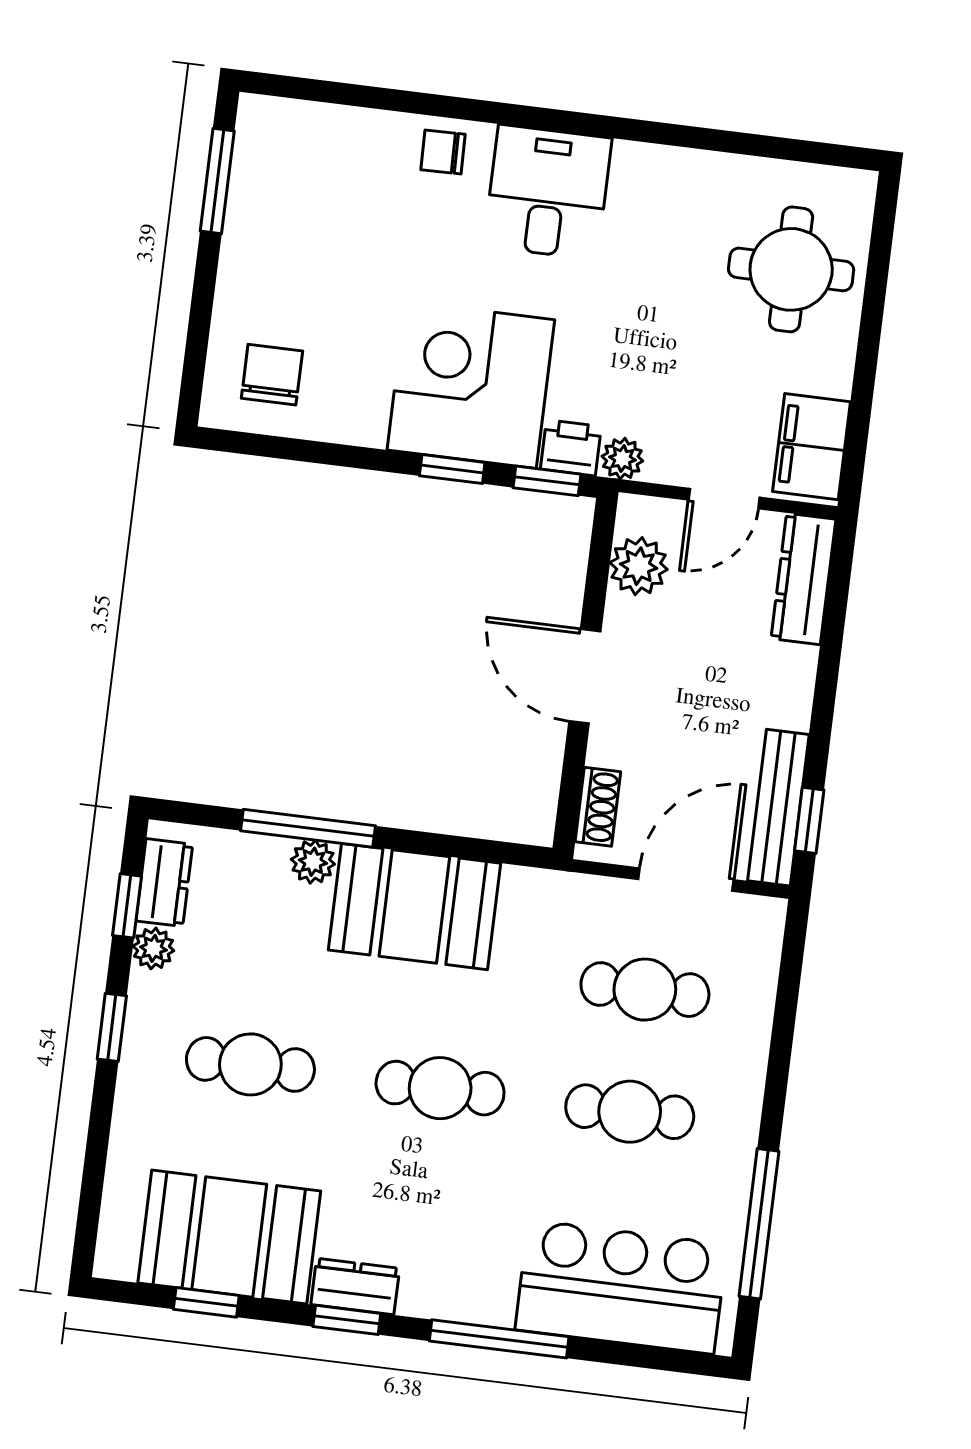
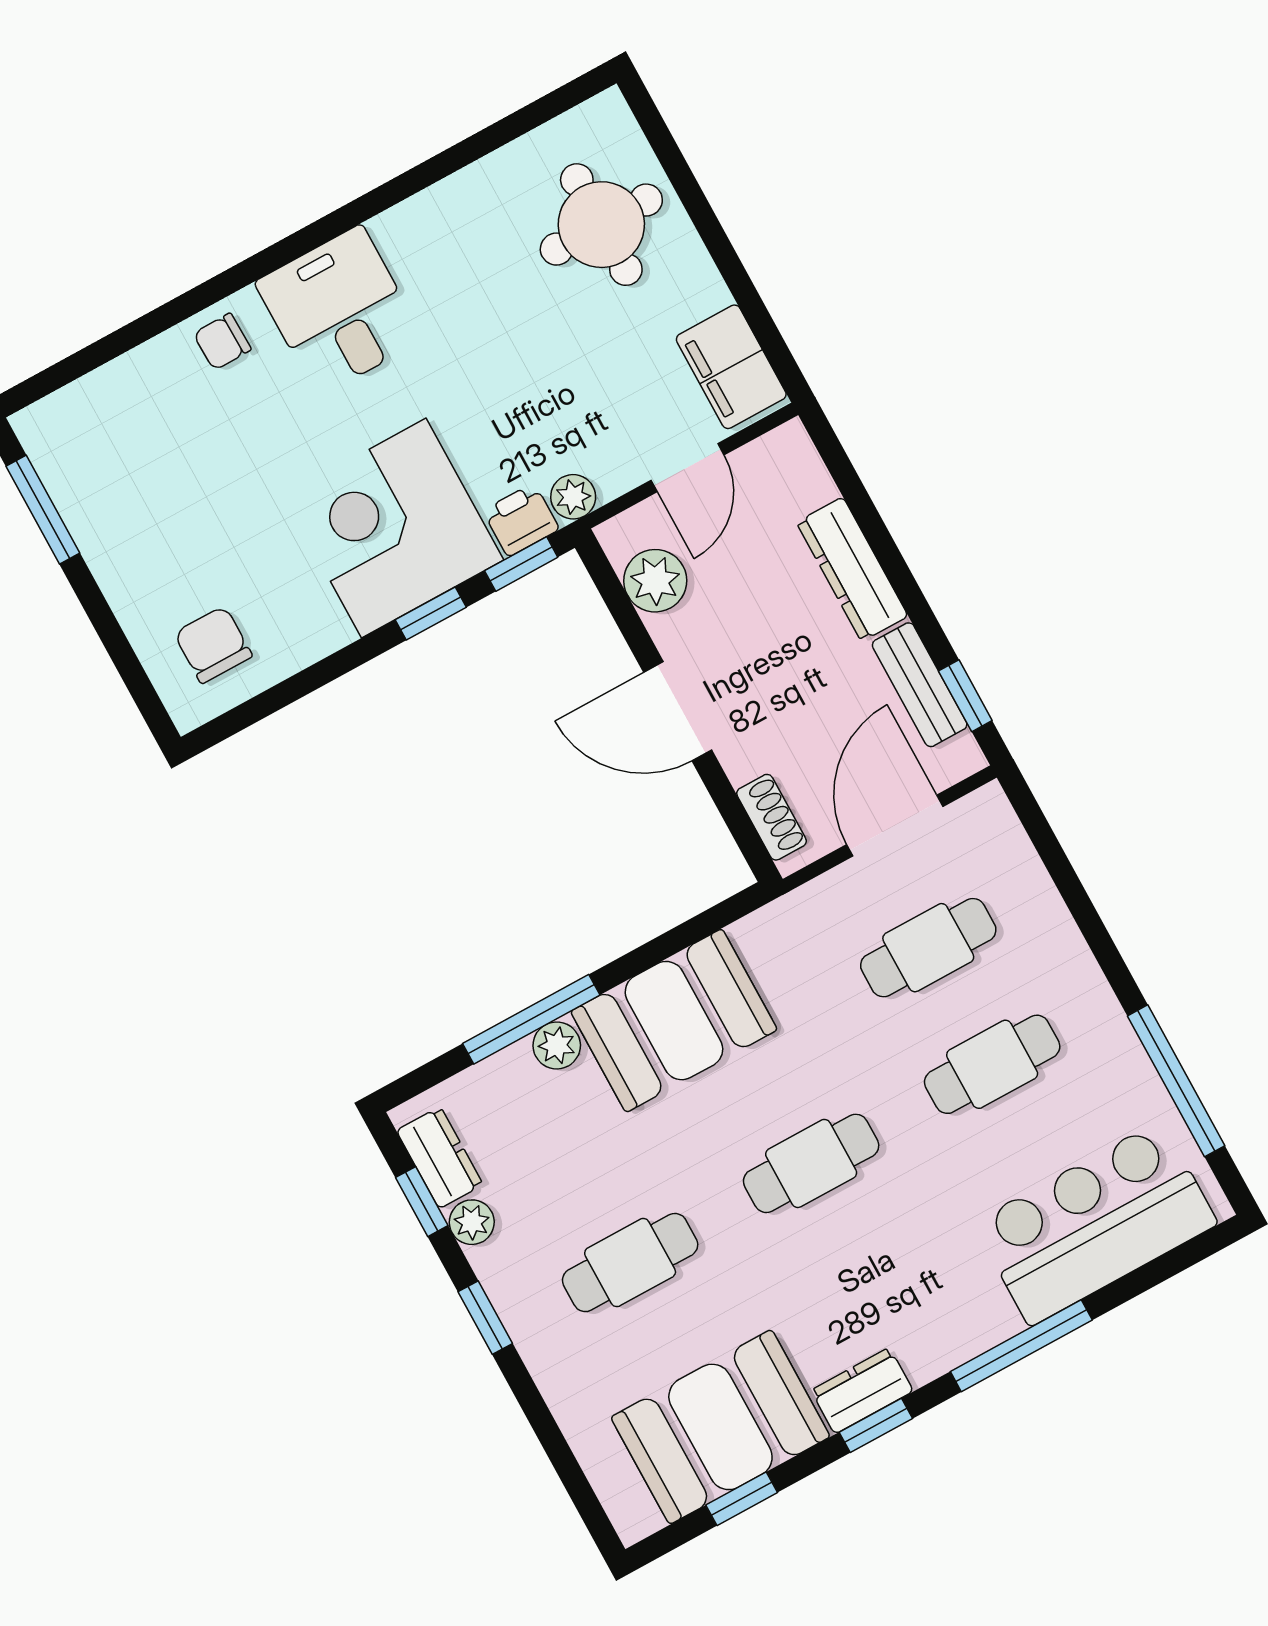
dresser: (803, 579) -> (852, 569), moved
bench: (778, 808) -> (920, 685), width x0.73

